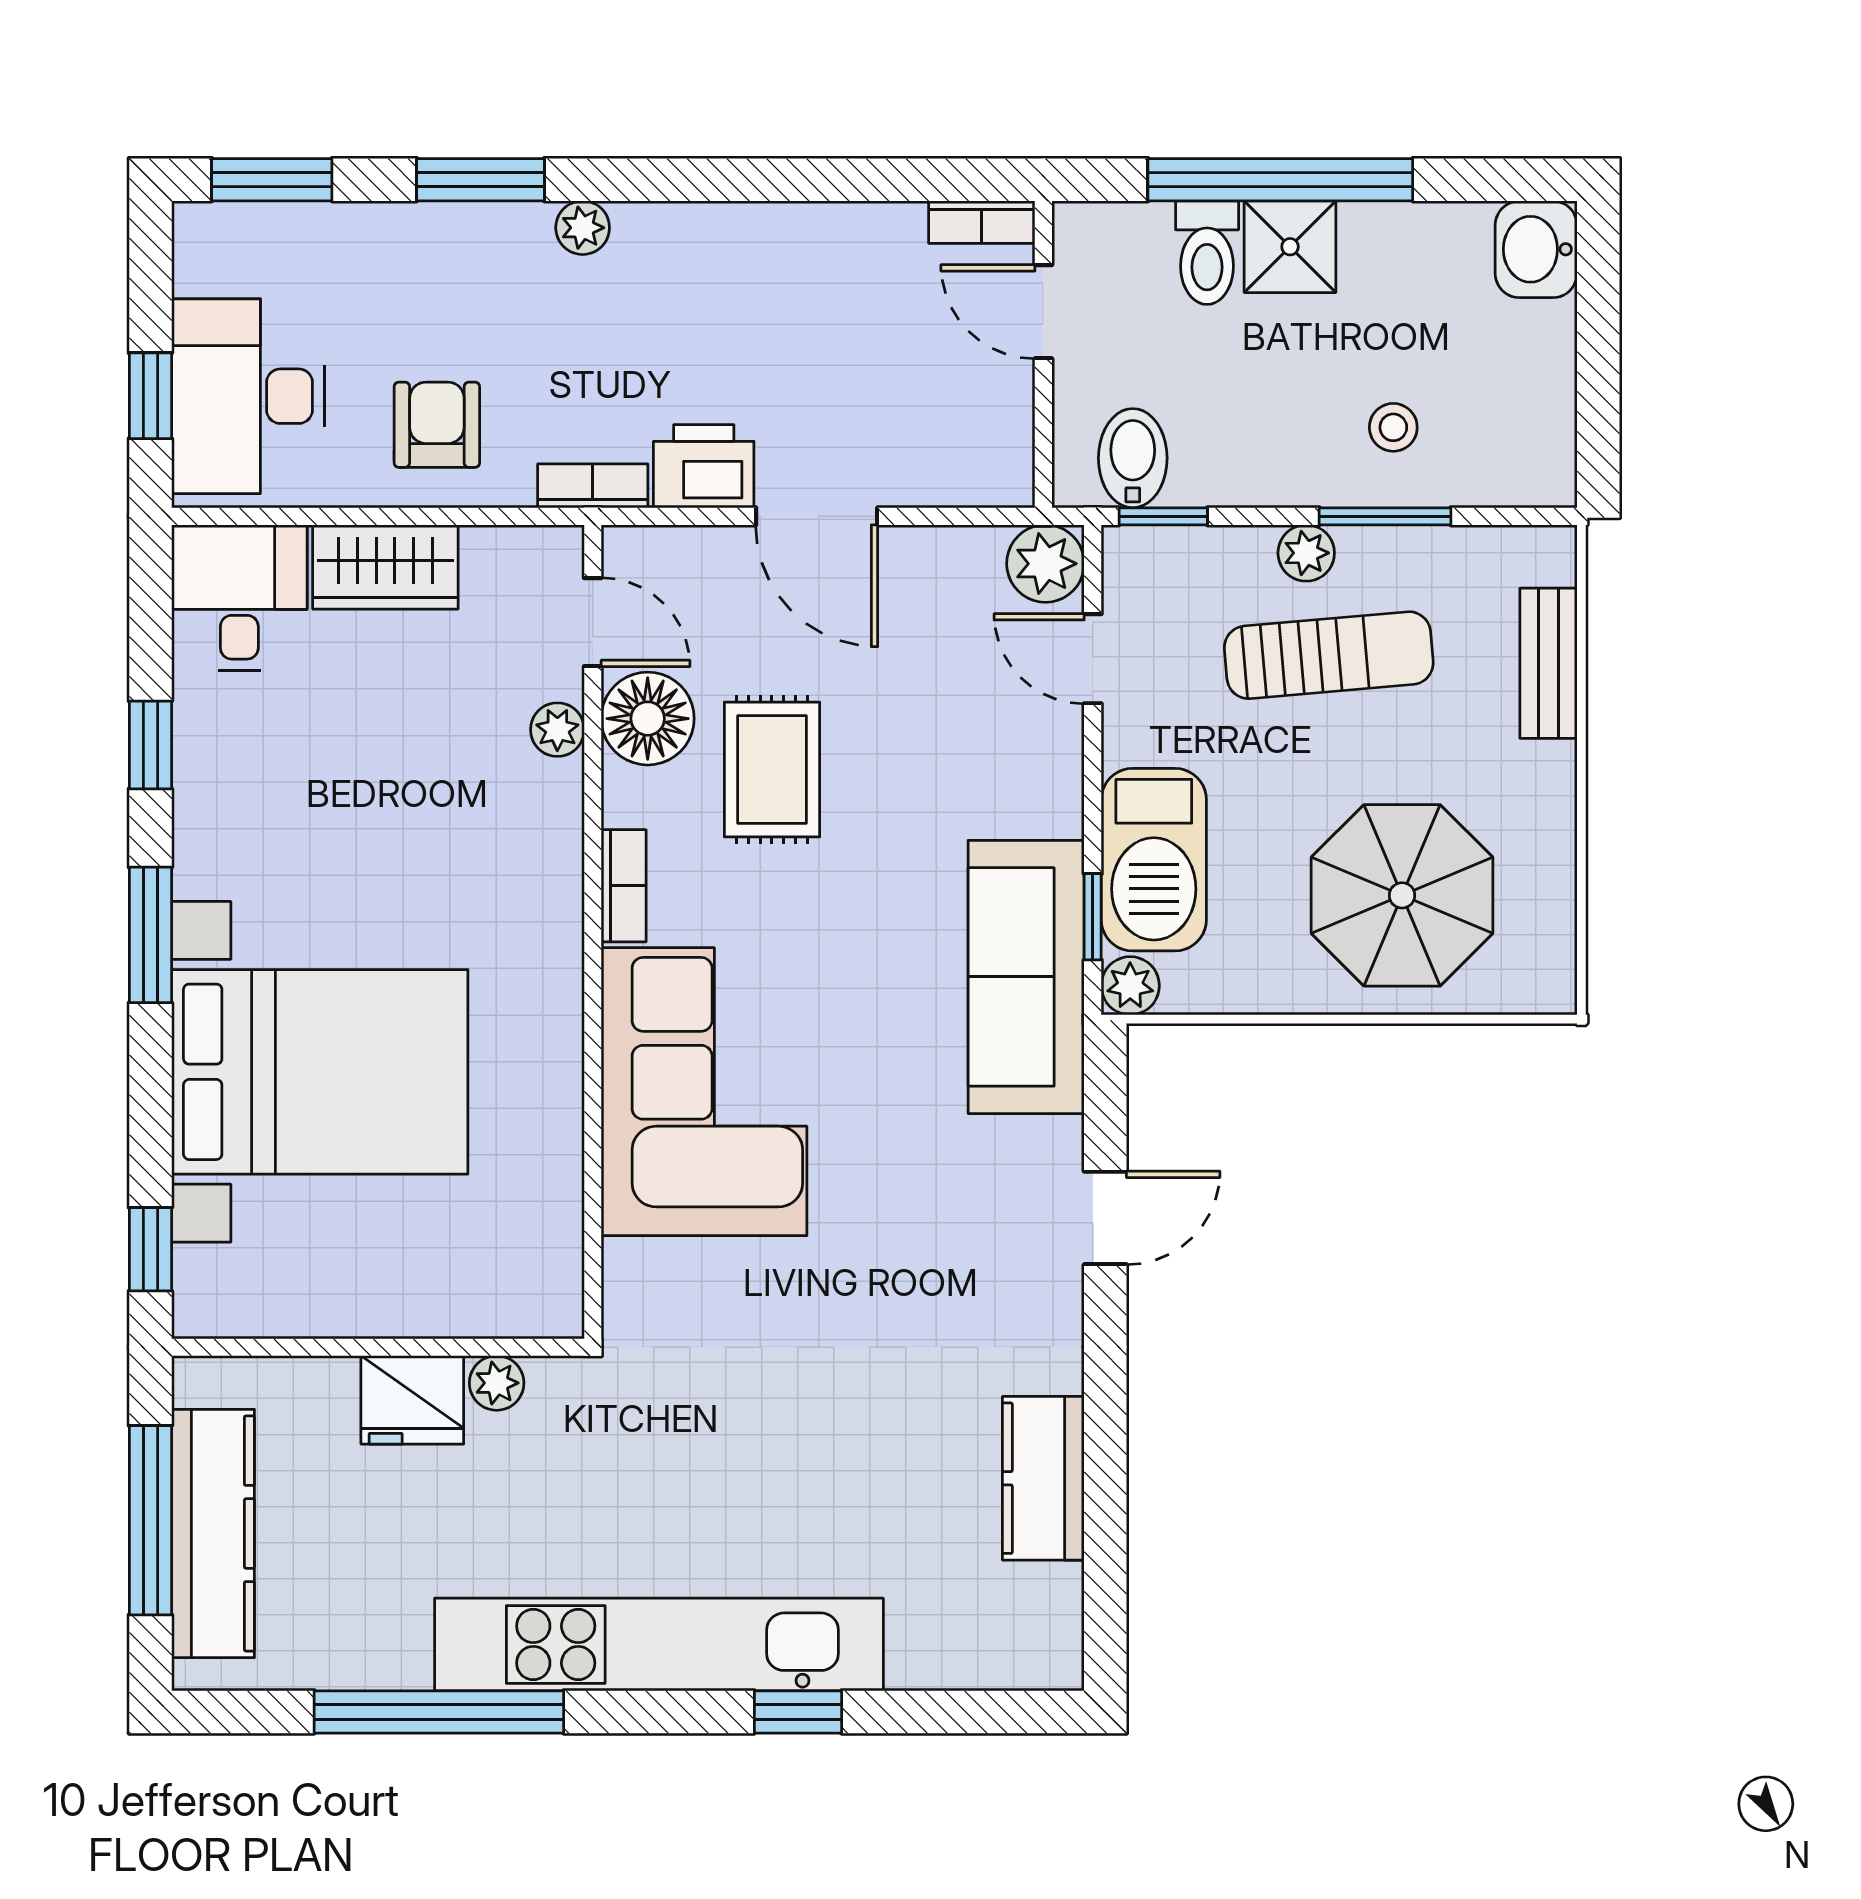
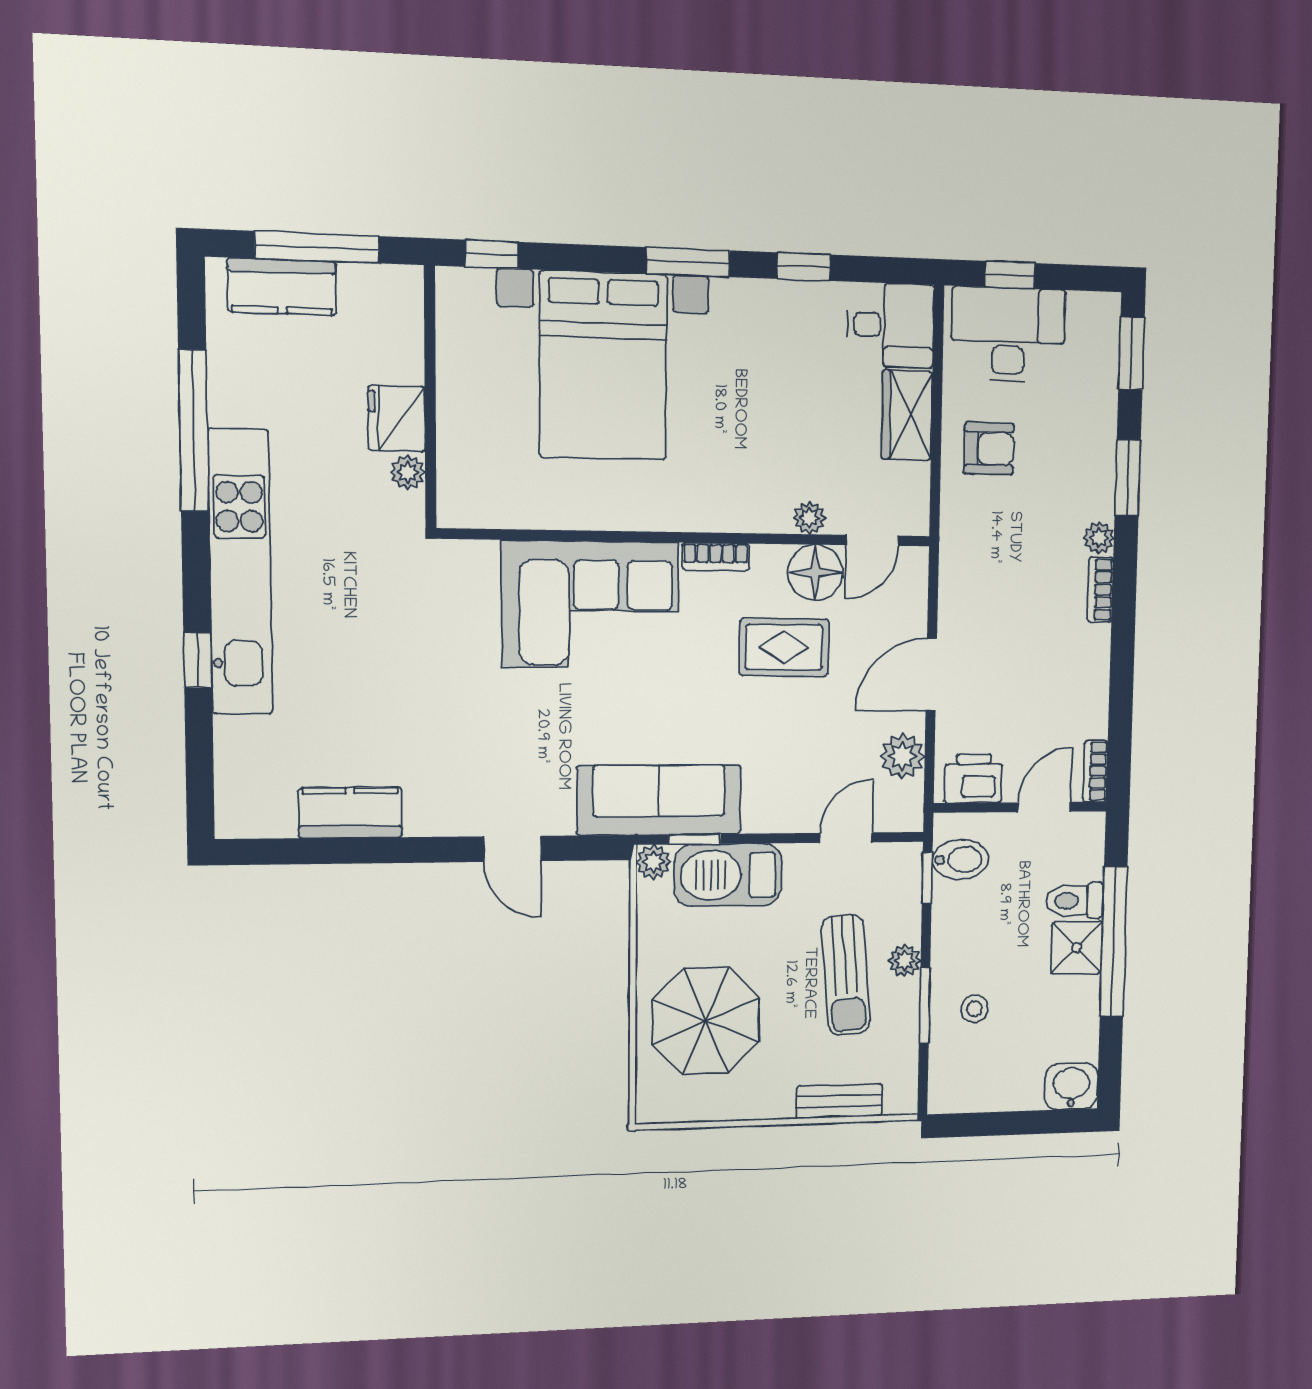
printer: (704, 466) -> (973, 779), moved, turned -90
bookcase: (593, 486) -> (1100, 590), moved, turned 180
plant: (1045, 564) -> (903, 756), moved
kitchen counter: (213, 1533) -> (282, 287), width x0.67

